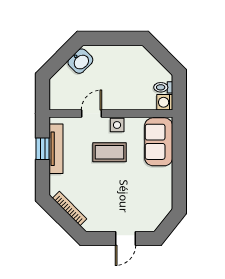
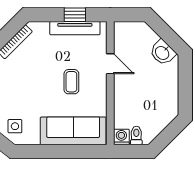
side table: (117, 125) -> (15, 126), moved
sofa: (159, 142) -> (73, 131), width x1.36
coffee table: (110, 152) -> (71, 82), width x0.73, depth x0.77

